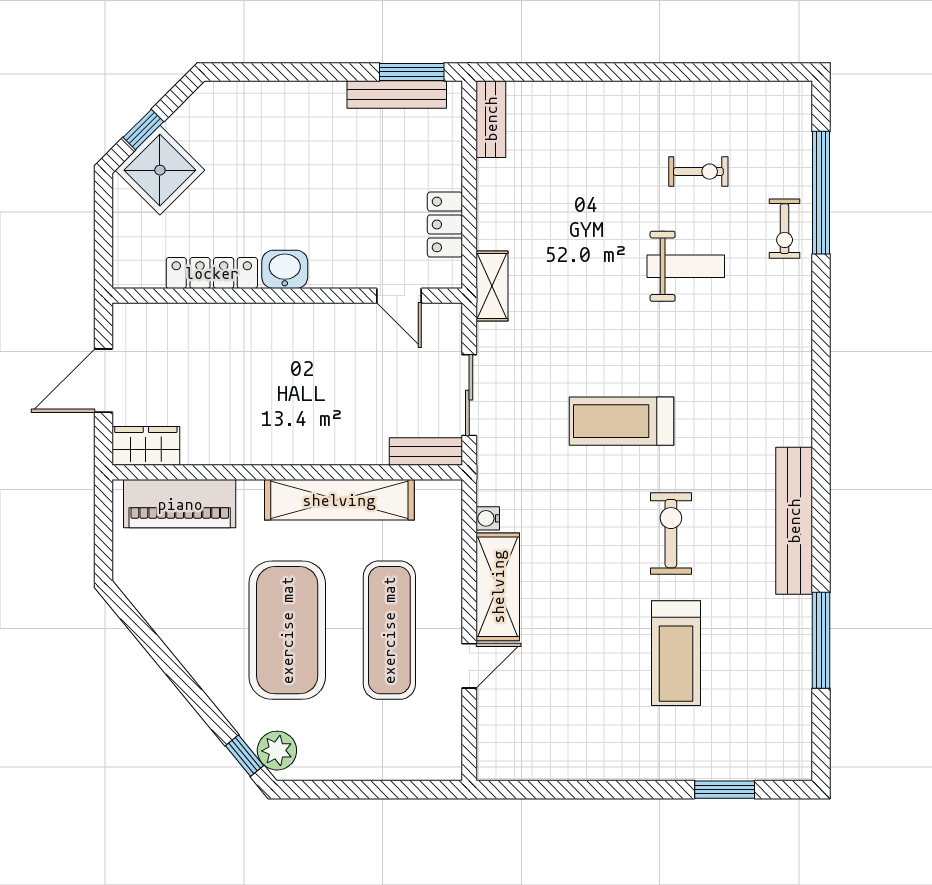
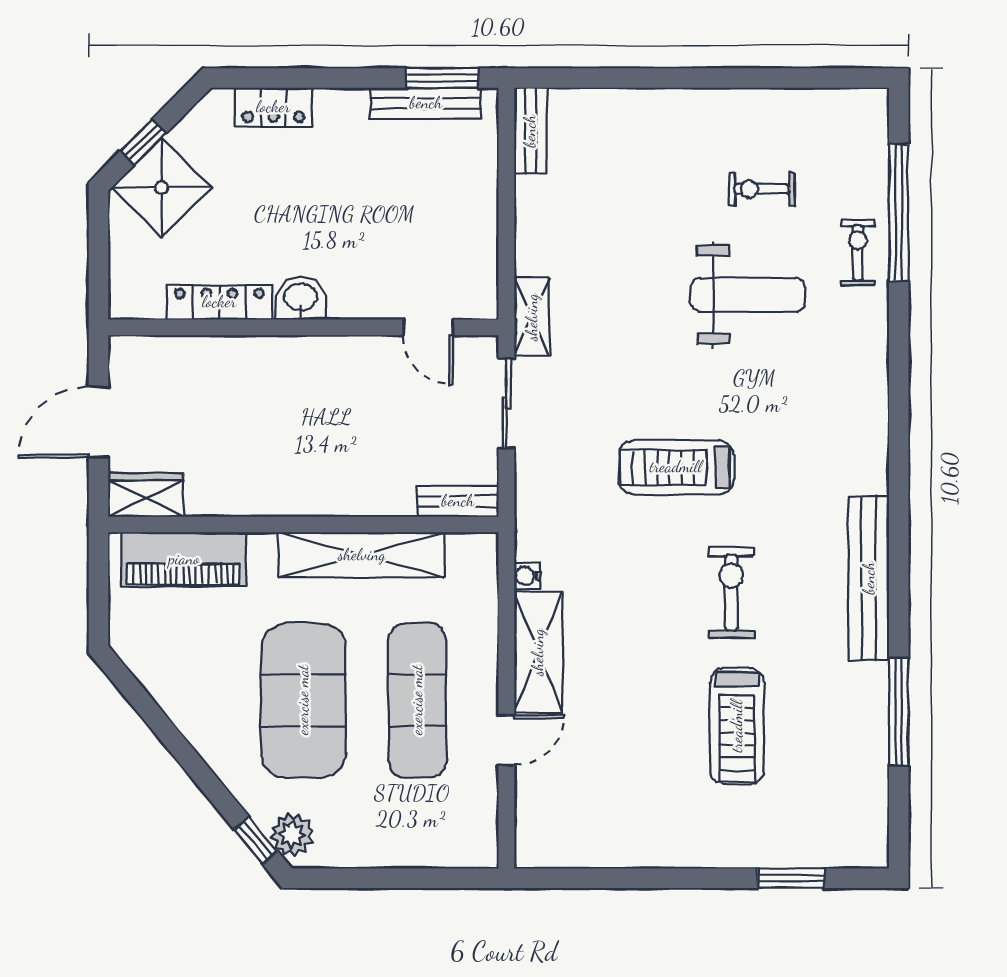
exercise bike: (698, 172) -> (762, 189), turned 180
locker: (445, 224) -> (273, 107), moved, turned -90
exercise bike: (785, 229) -> (858, 253), turned 180
weight bench: (686, 266) -> (748, 295), width x1.36, depth x1.33
sliding door: (469, 395) -> (506, 403), moved

